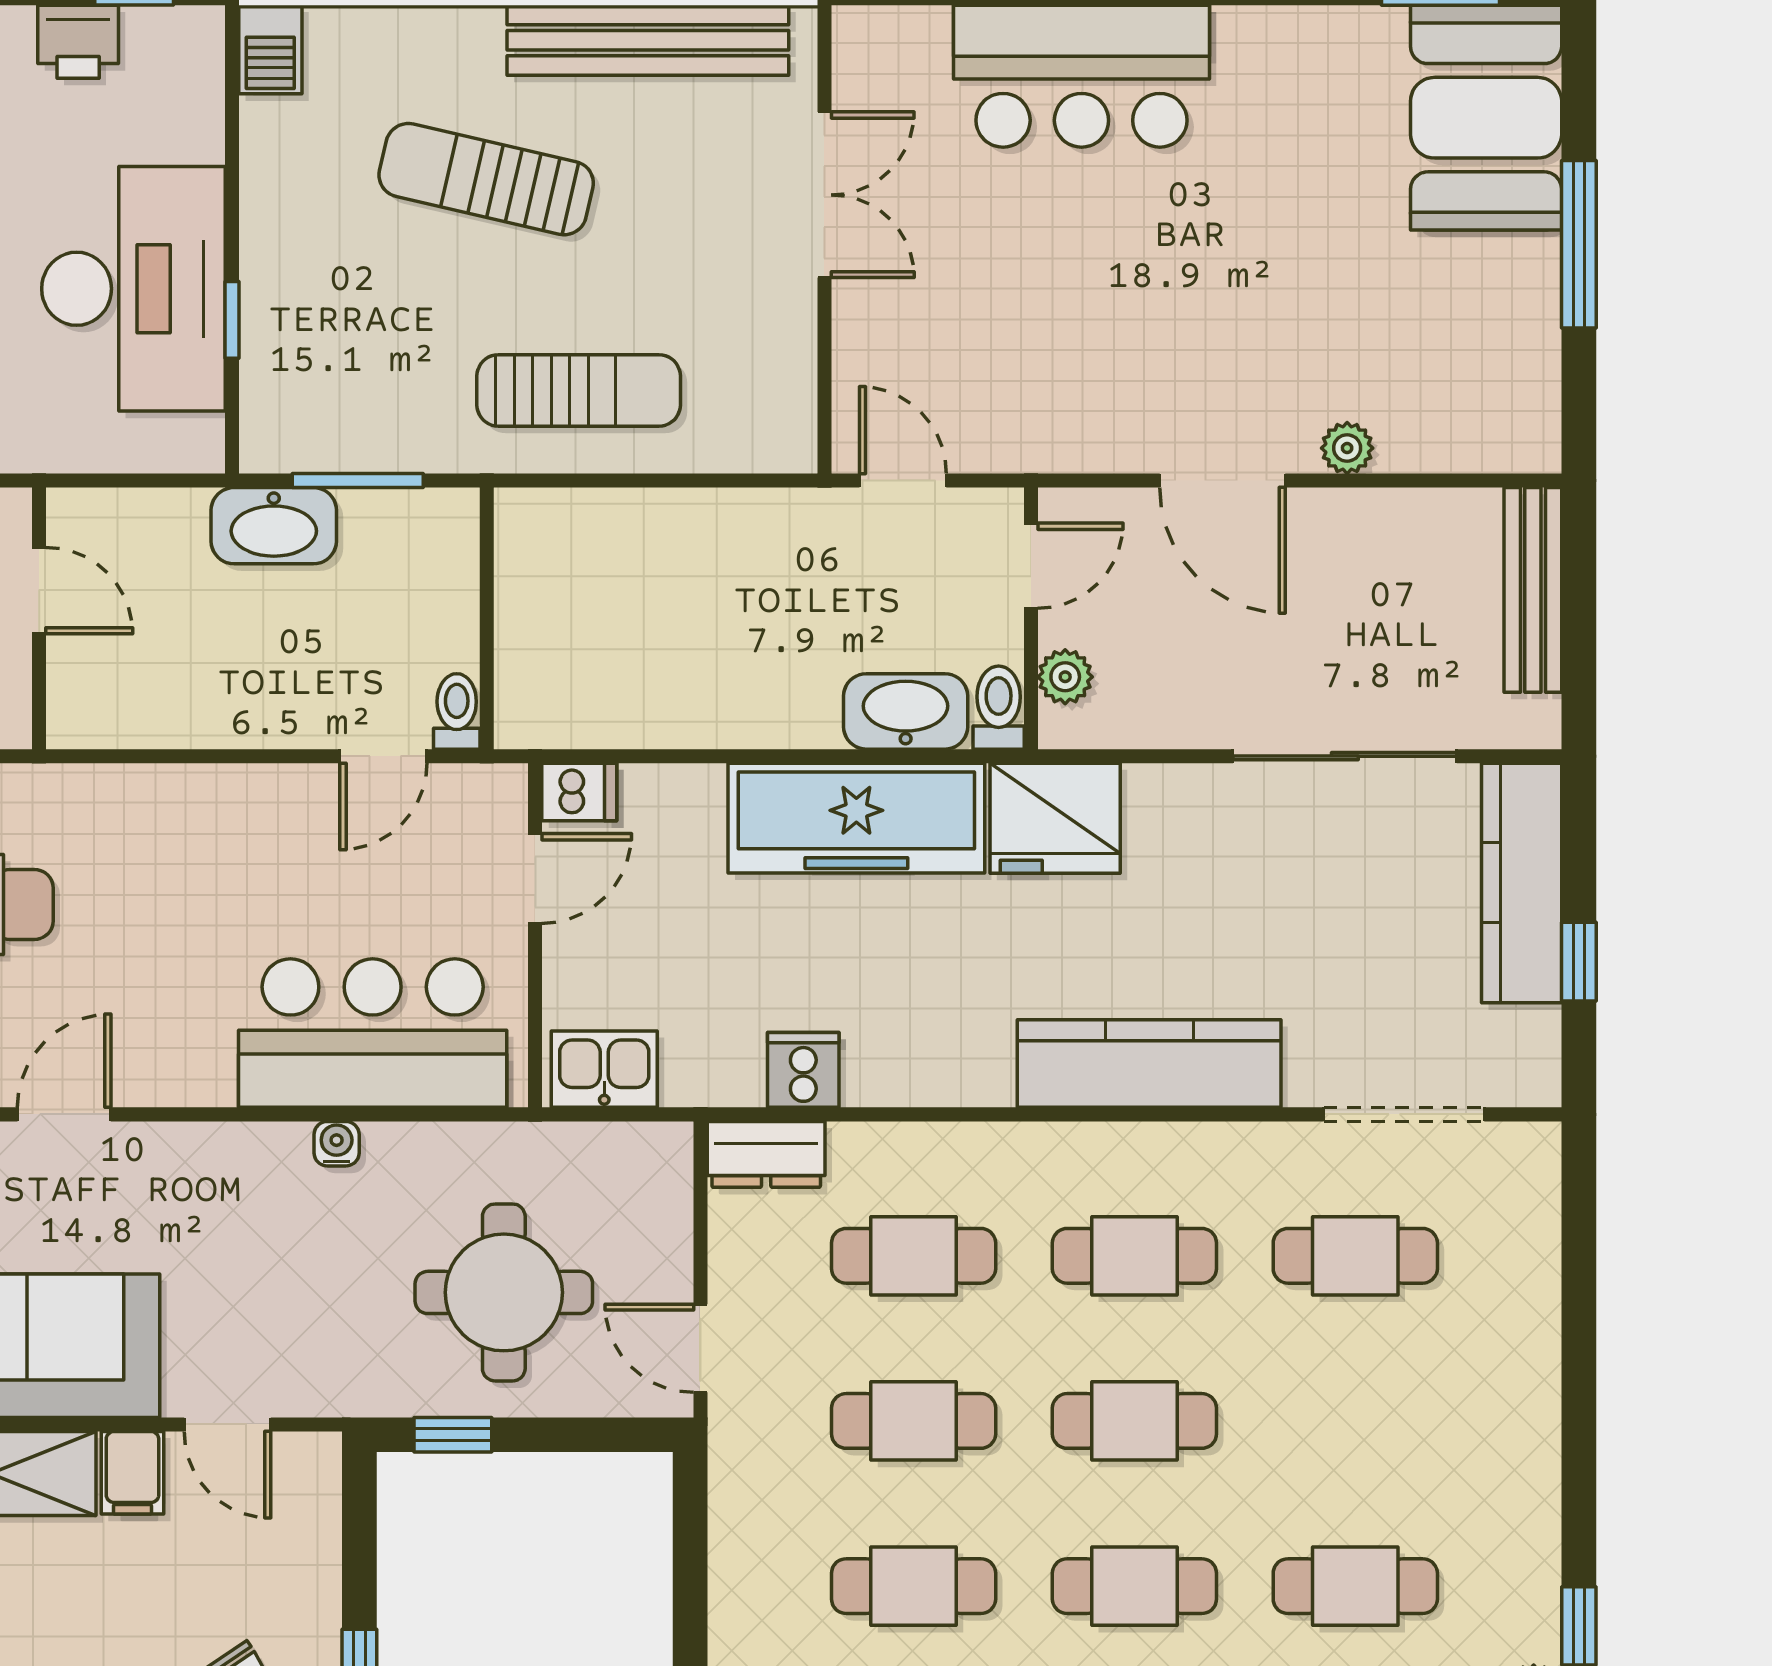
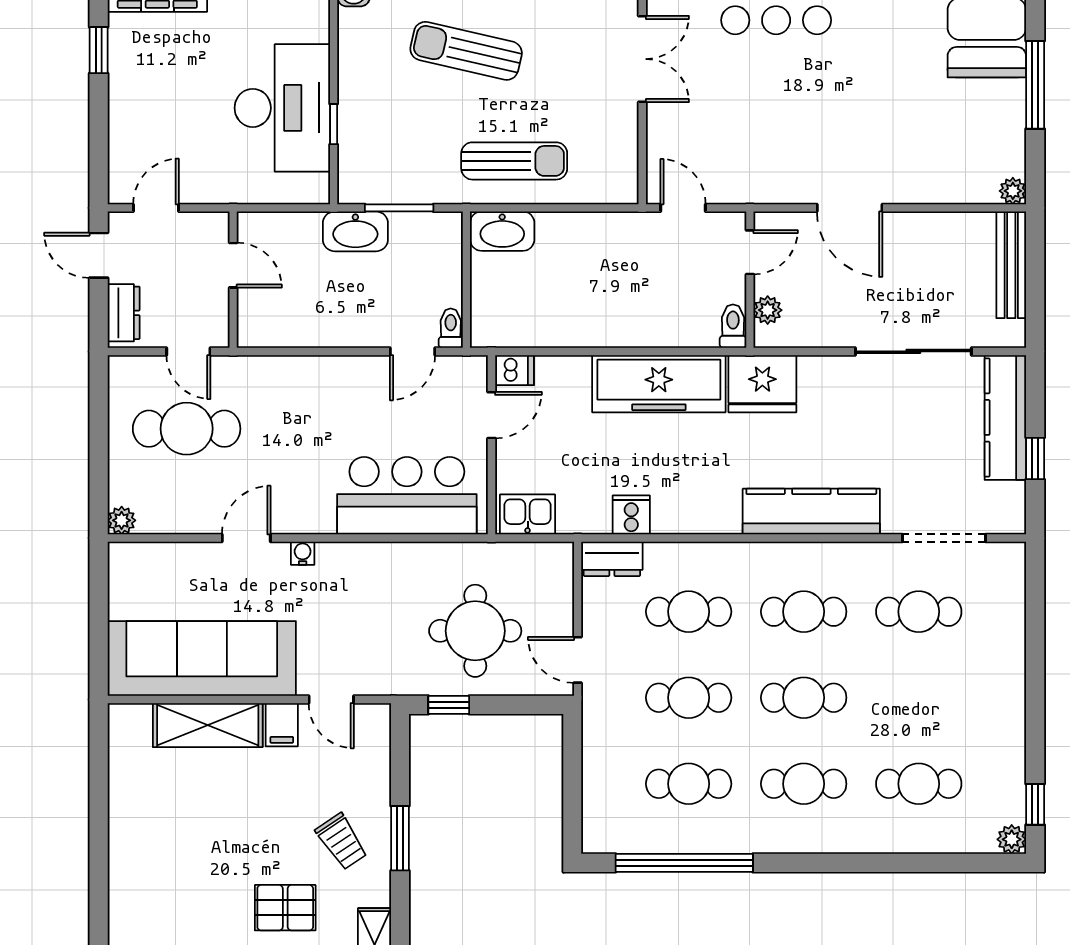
plant: (1347, 448) -> (1013, 191), moved
washbasin: (906, 711) -> (502, 231), moved, turned 180
water cooler: (337, 1144) -> (303, 553), moved

